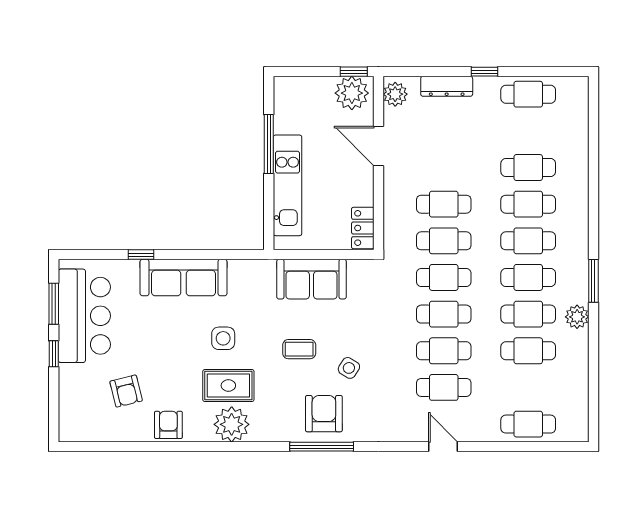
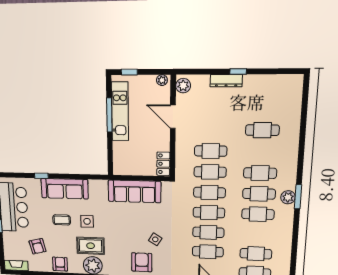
window: (354, 72) -> (129, 72), moved
dresser: (447, 86) -> (226, 81), moved
plant: (352, 93) -> (162, 80), width x0.53, depth x0.53
cafe table: (528, 94) -> (265, 85), removed
kitchen unit: (288, 185) -> (120, 111), moved
cafe table: (528, 204) -> (261, 152), removed
sofa: (311, 279) -> (134, 191), width x1.36
plant: (577, 317) -> (288, 197), moved
coffee table: (299, 349) -> (62, 220), moved
cafe table: (528, 351) -> (256, 254), moved
fireplace: (82, 432) -> (16, 266), added

